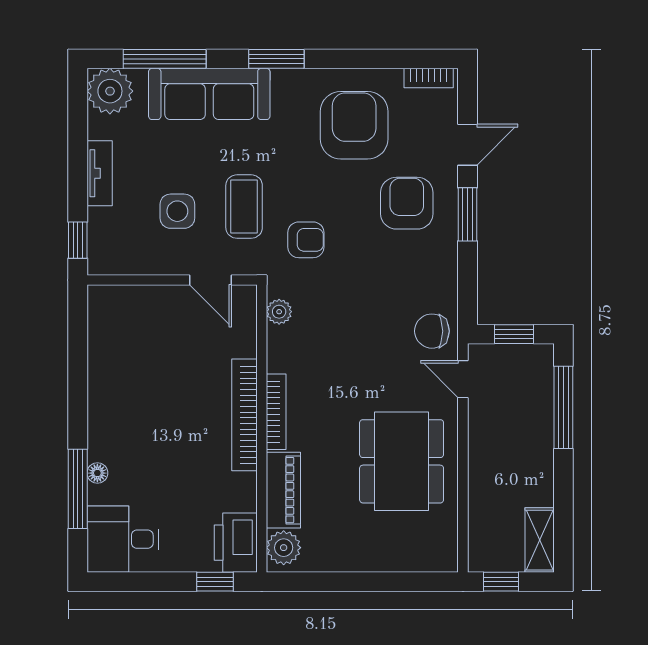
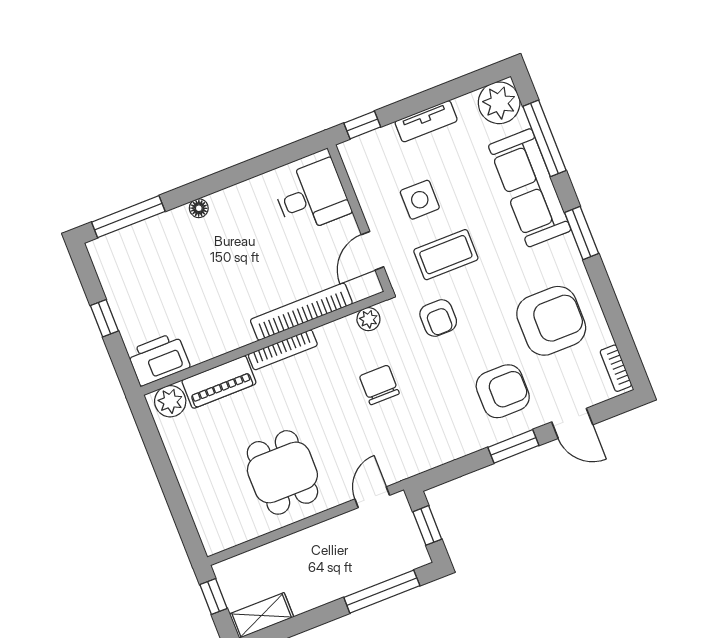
chair: (432, 331) -> (379, 385), moved
bookcase: (244, 415) -> (301, 312), moved
dining table: (402, 461) -> (282, 472), width x0.73
floor lamp: (97, 473) -> (199, 208), moved
window: (78, 489) -> (128, 217), moved
desk: (123, 539) -> (312, 196), moved, turned 90
window: (215, 582) -> (104, 318), moved

